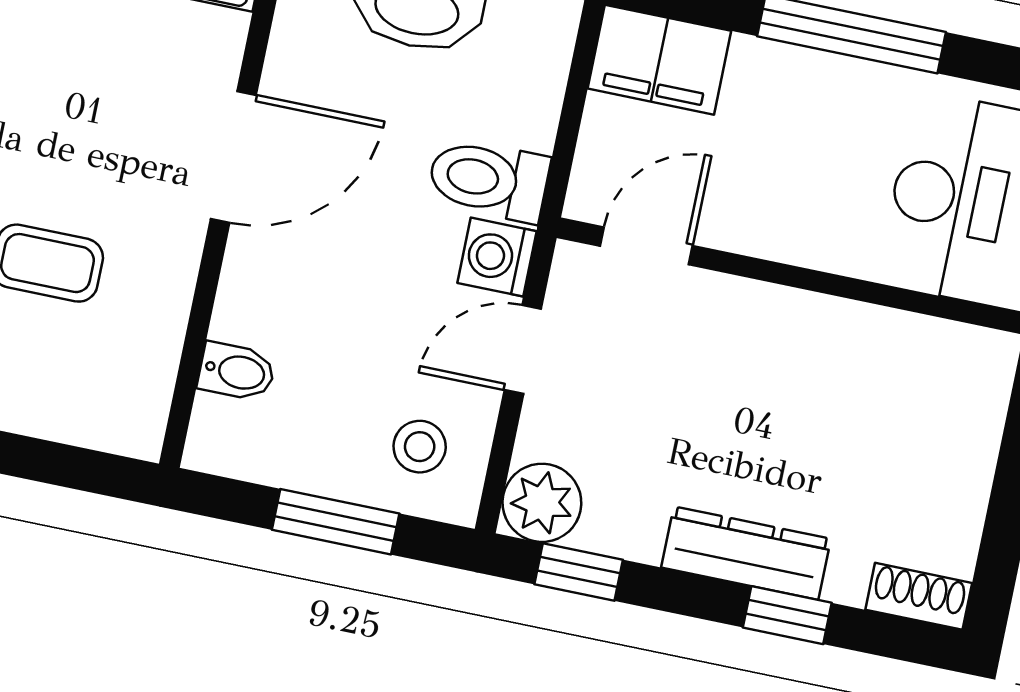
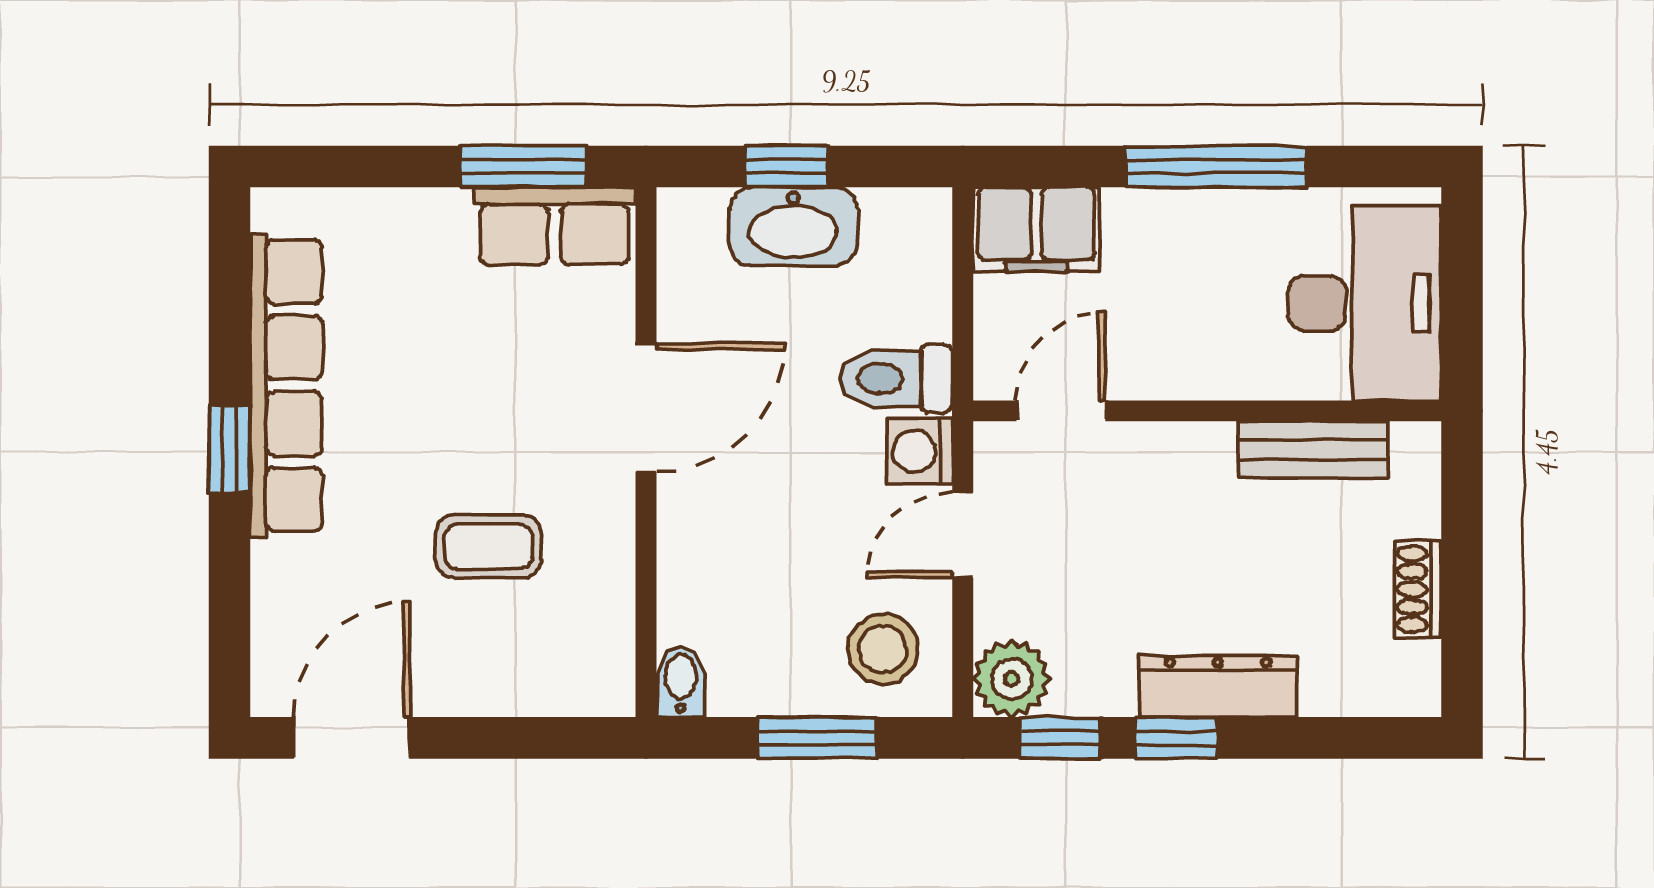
bench: (890, 337) -> (1313, 450), added
bidet: (237, 372) -> (681, 682), moved, turned -90
stool: (420, 447) -> (883, 649), width x1.37, depth x1.37
shoe rack: (919, 596) -> (1418, 589), moved, turned -90
window: (787, 615) -> (1176, 738), moved

